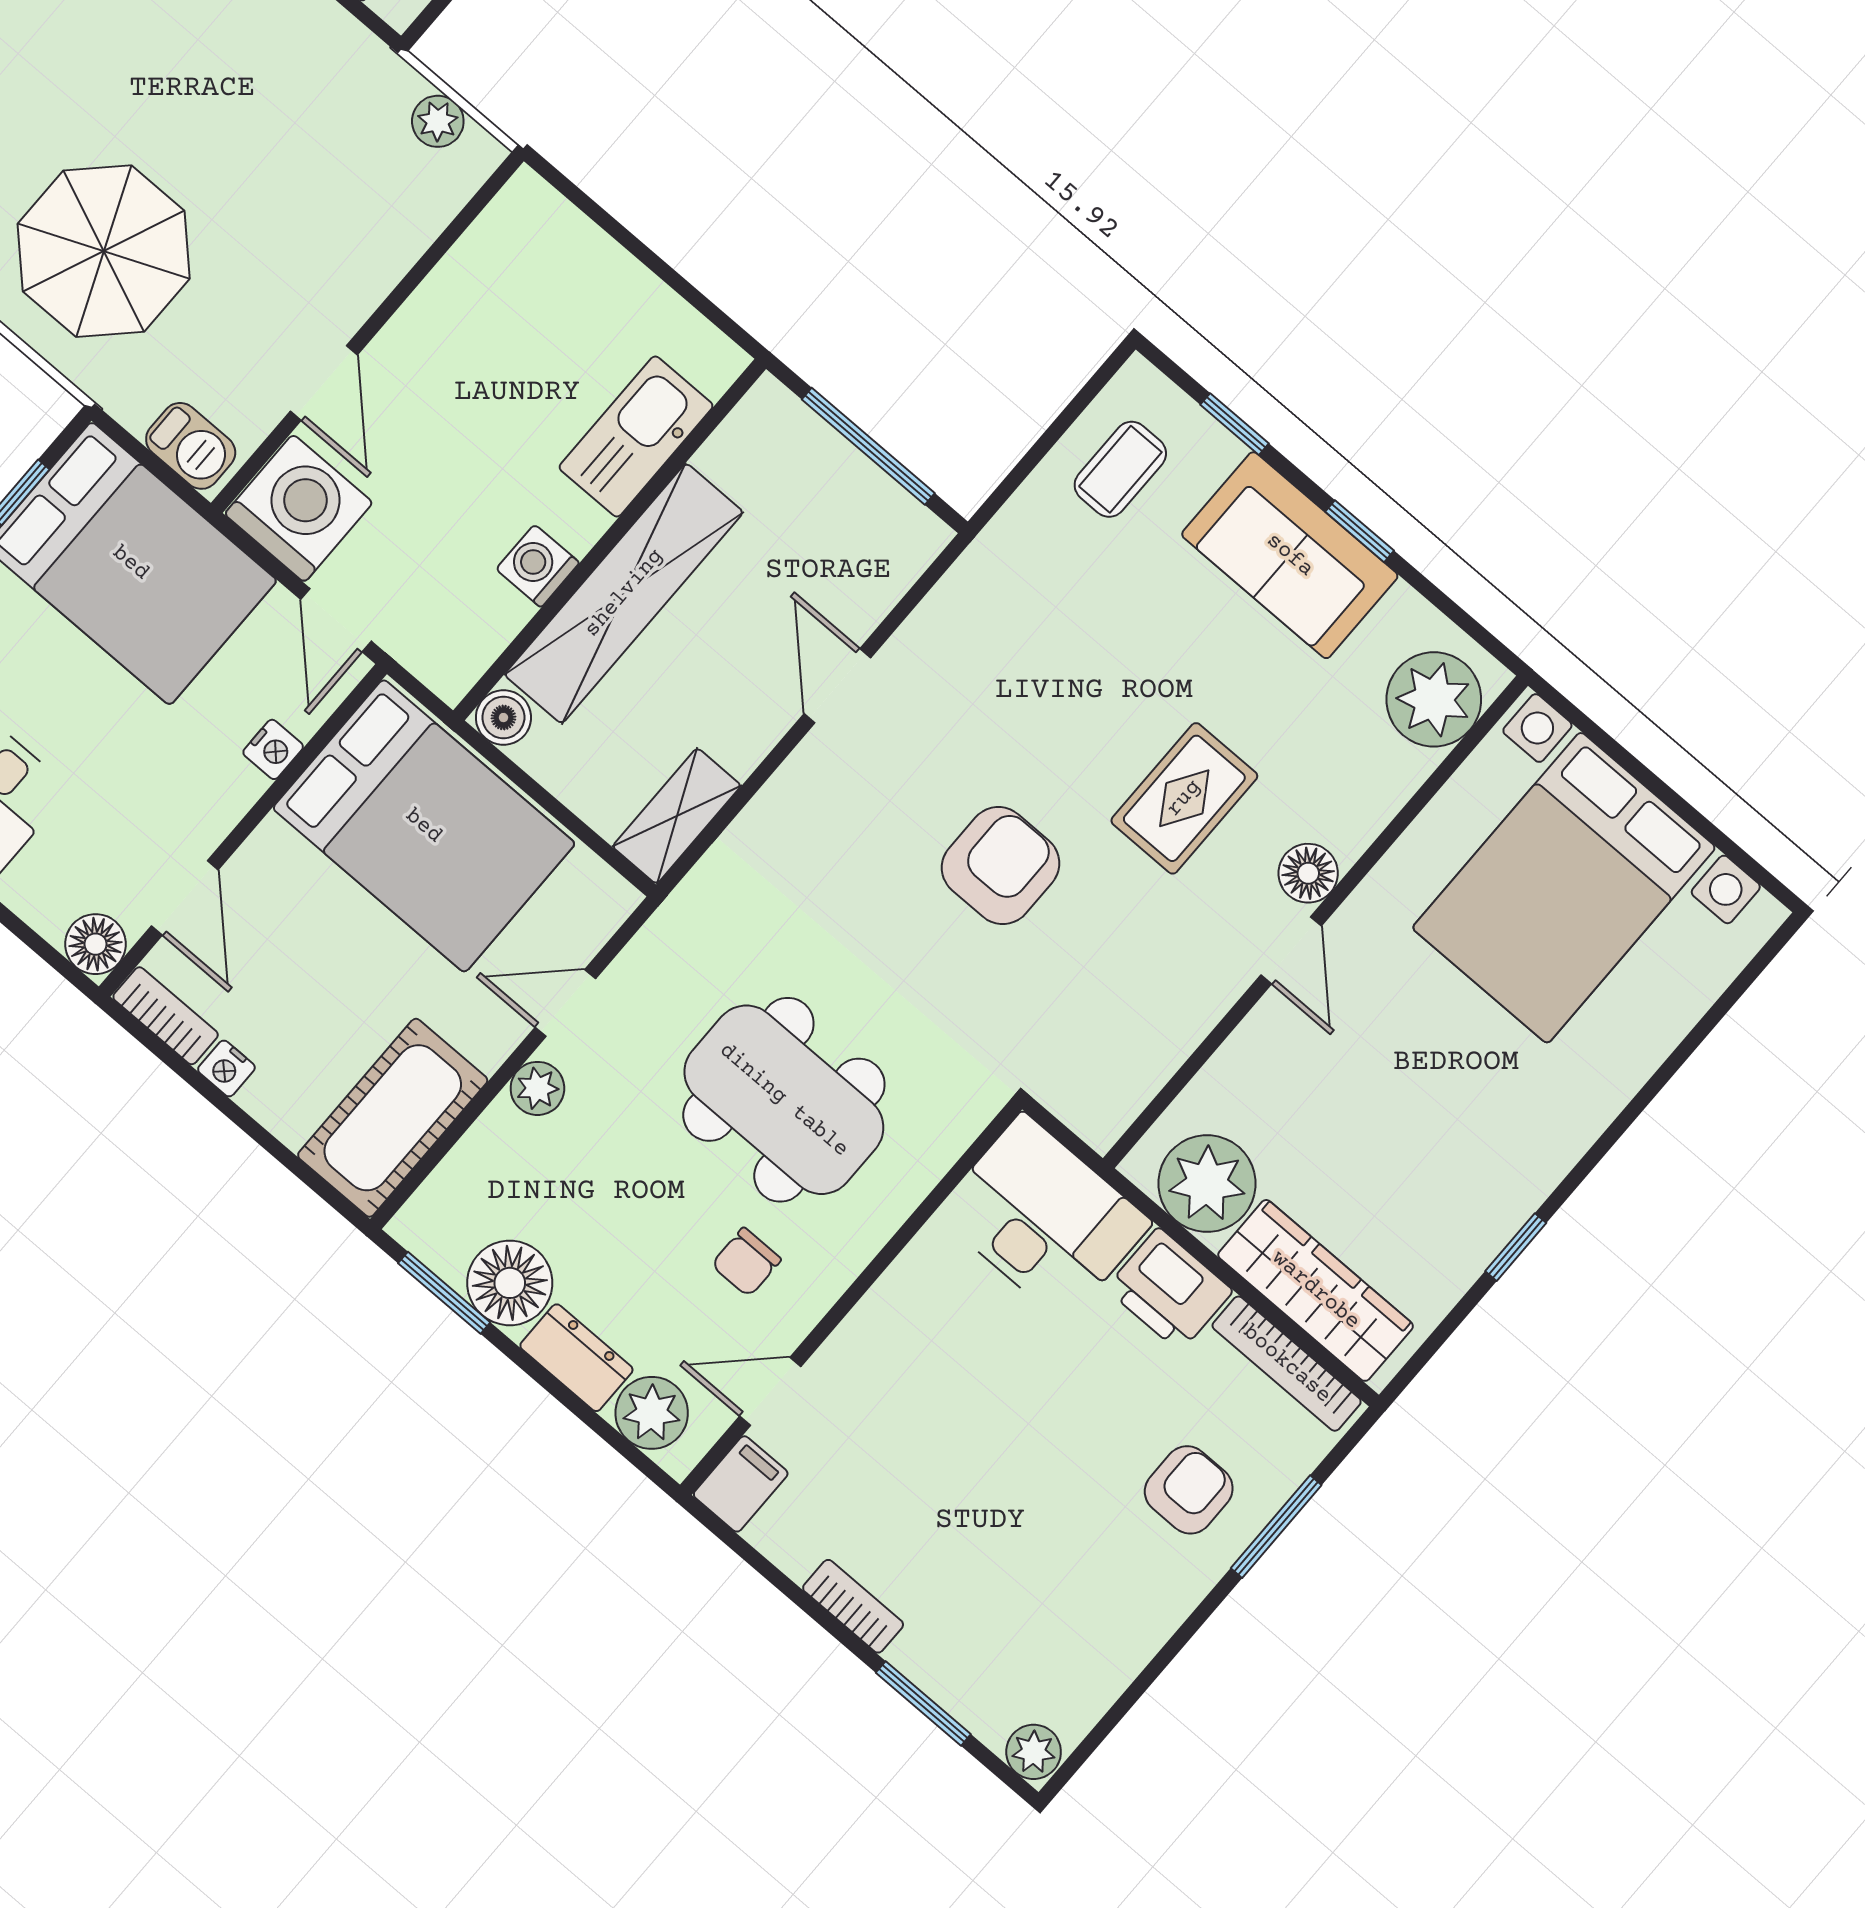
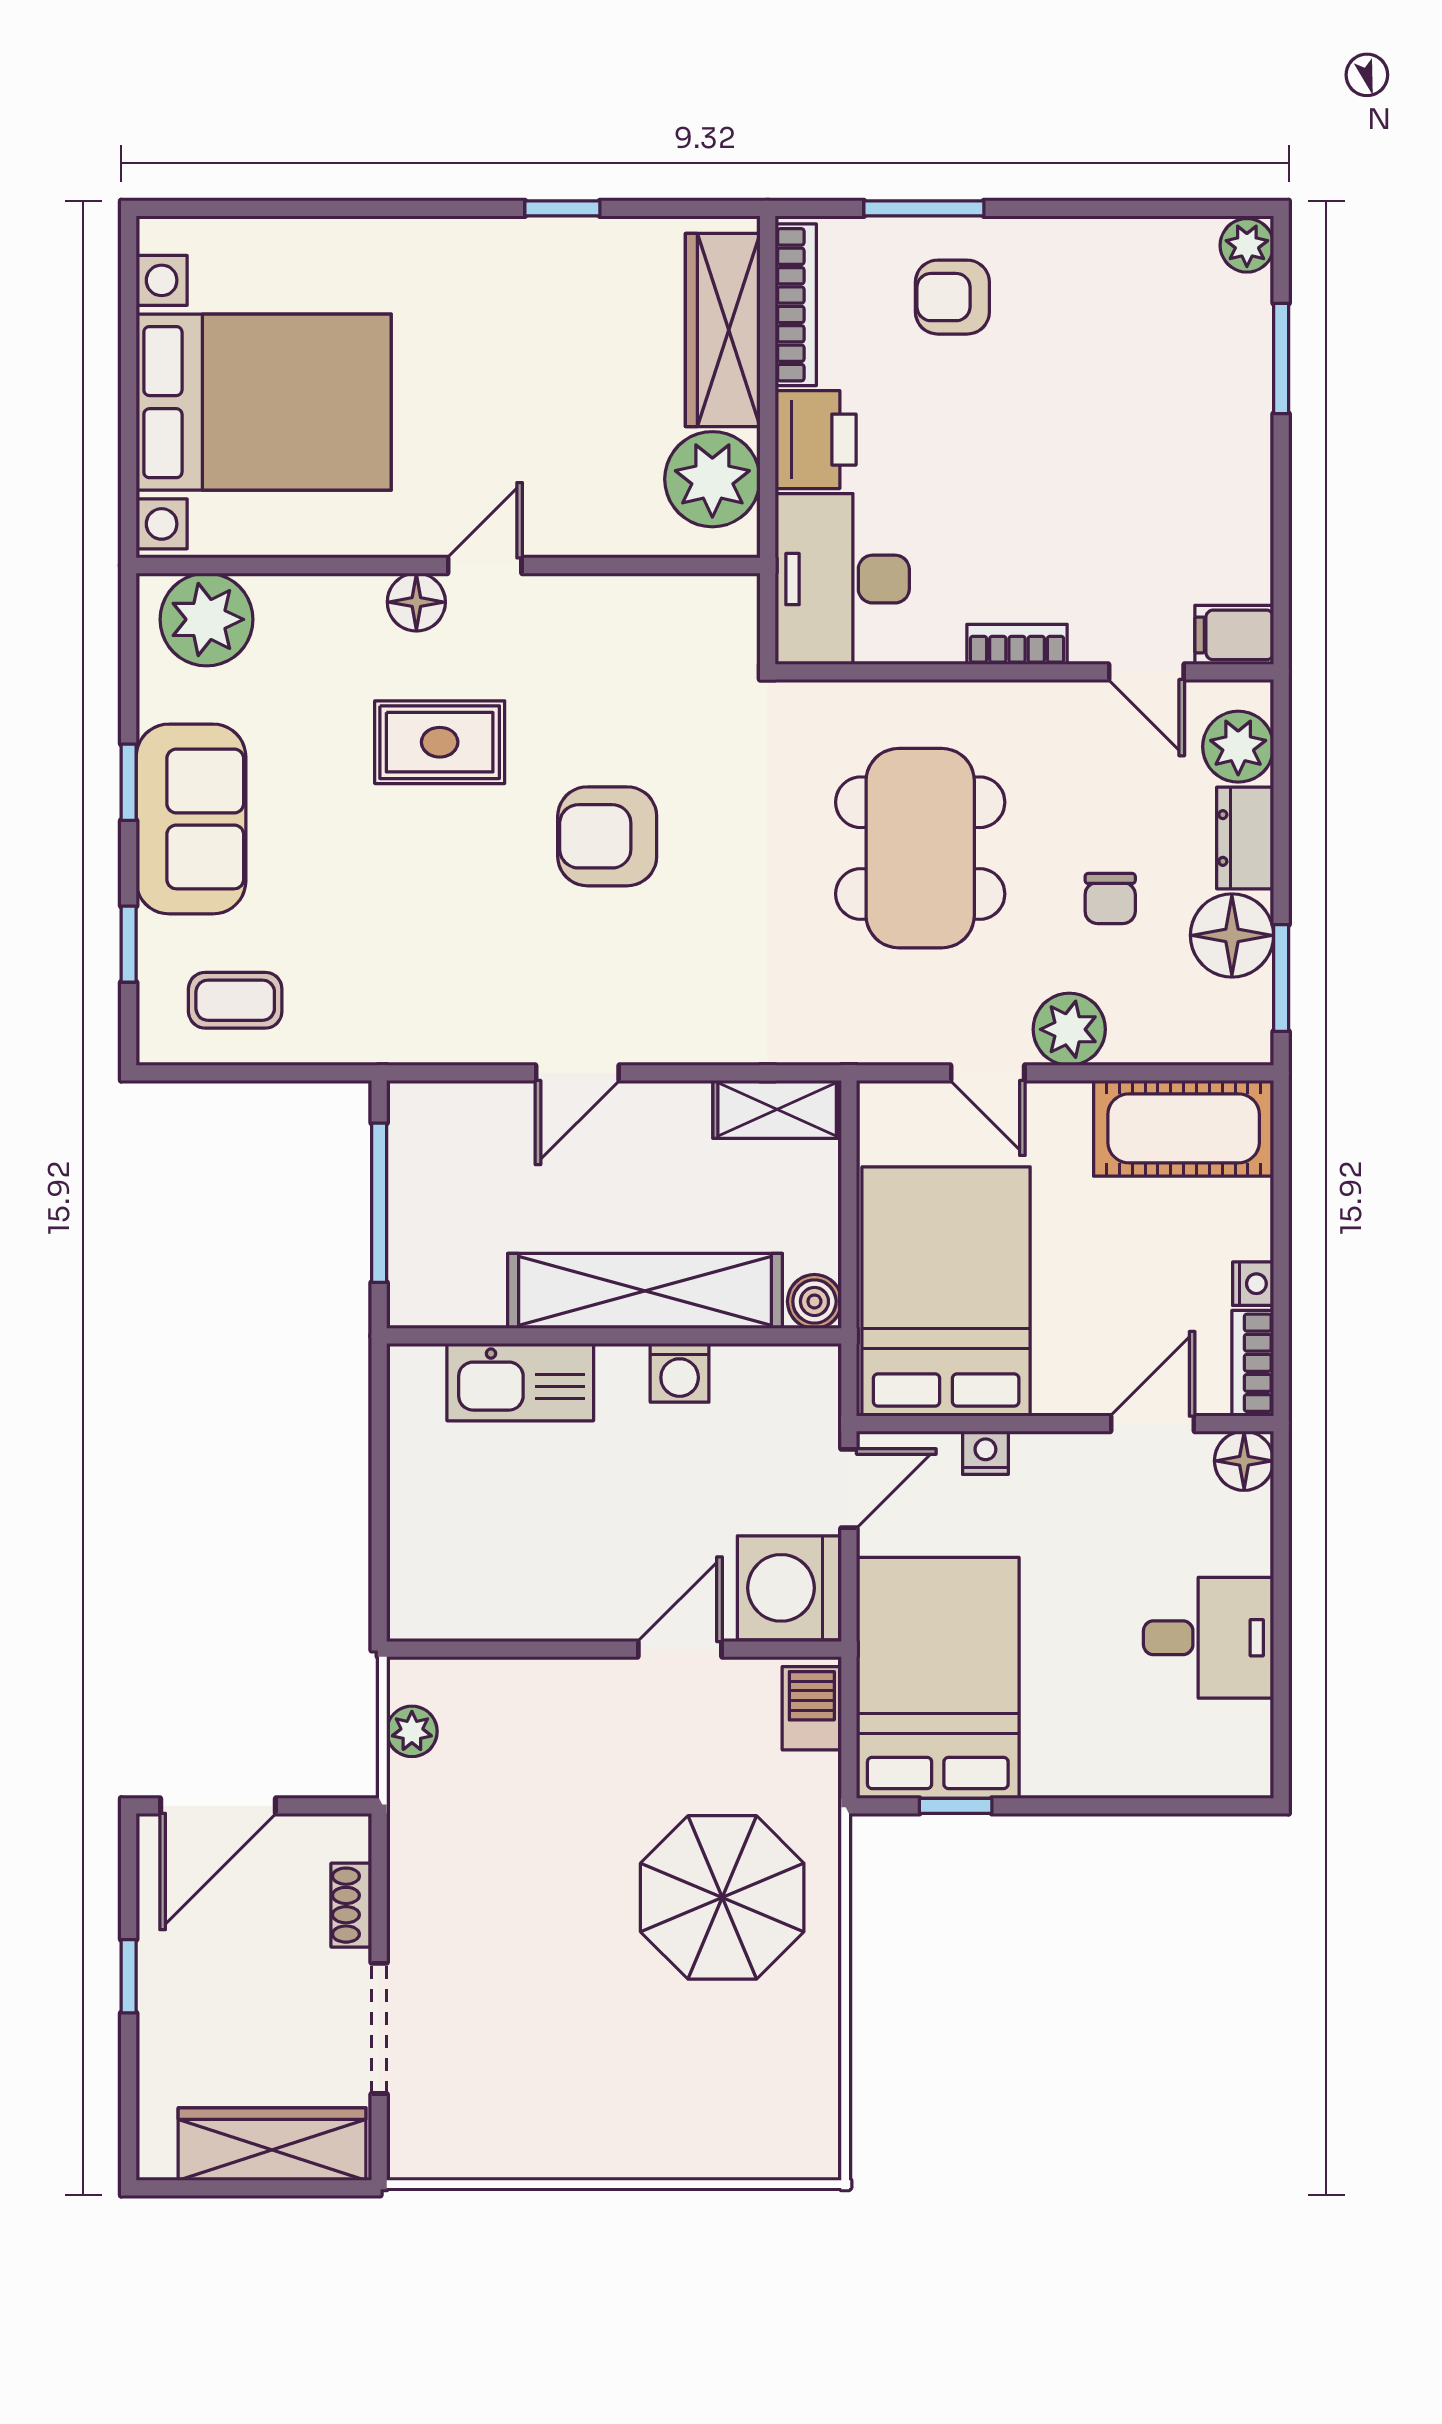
plant: (537, 1088) -> (1069, 1029), width x1.38, depth x1.38
chair: (746, 1262) -> (1110, 899), moved, turned 90
bookcase: (853, 1606) -> (1017, 644), moved, turned 90

